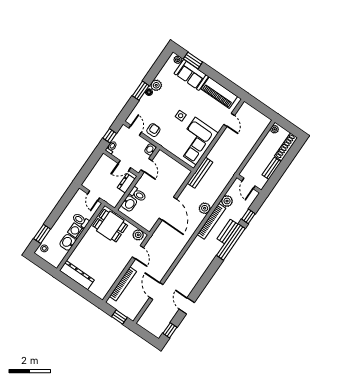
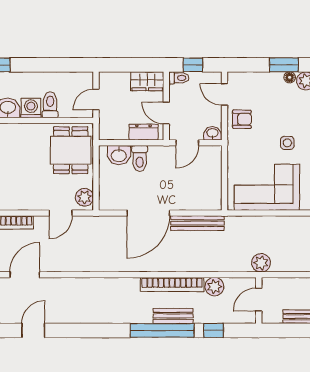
door: (135, 130) -> (224, 94), swing flipped
wardrobe: (102, 164) -> (147, 81), added
bench: (200, 173) -> (197, 223), moved
plant: (205, 208) -> (261, 263), moved

